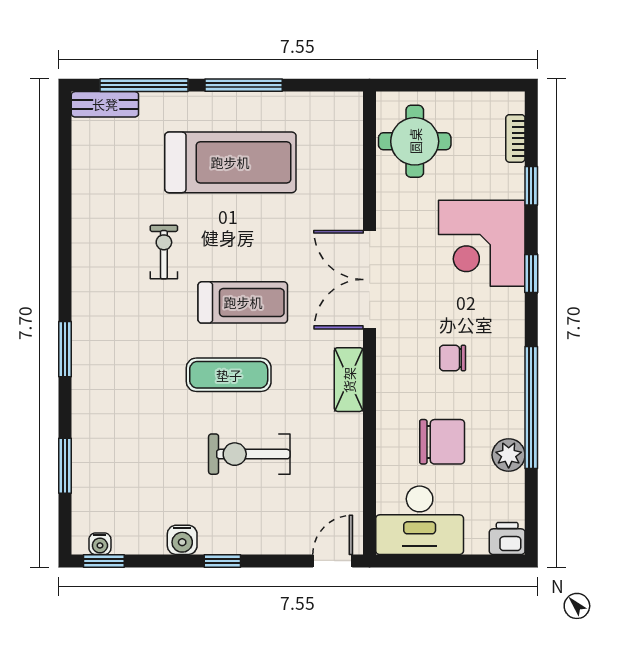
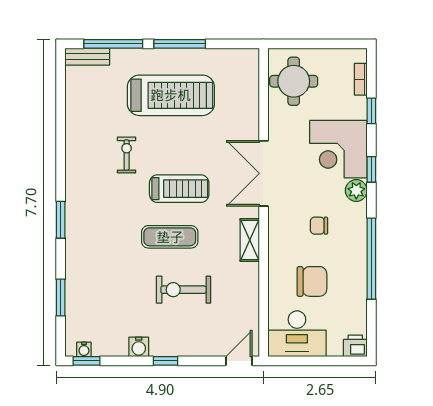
plant: (509, 455) -> (356, 190), moved

